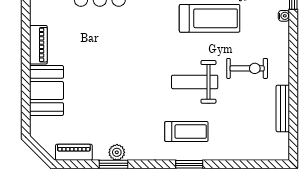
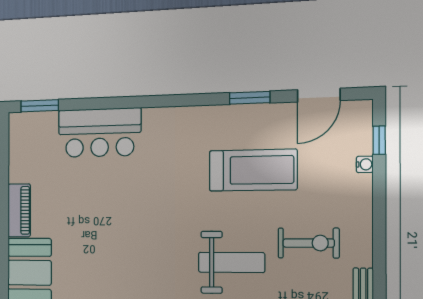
weight bench: (195, 82) -> (231, 262), turned 180

